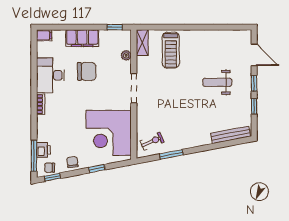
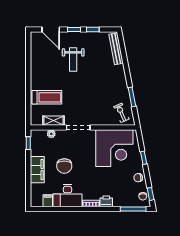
filing cabinet: (44, 35) -> (48, 201), moved
shelving: (142, 43) -> (54, 121), moved
door: (254, 55) -> (51, 29), swing flipped
chair: (87, 71) -> (64, 166), turned 180
printer: (43, 150) -> (106, 201), moved

